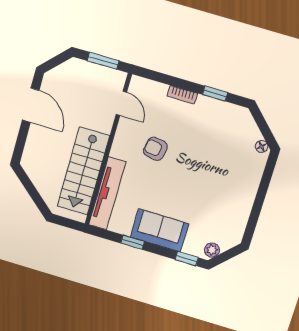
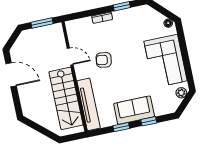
door: (121, 103) -> (70, 56), moved
corner sofa: (232, 192) -> (166, 61), added
plant: (212, 250) -> (181, 93), moved
window: (187, 259) -> (149, 121), moved

